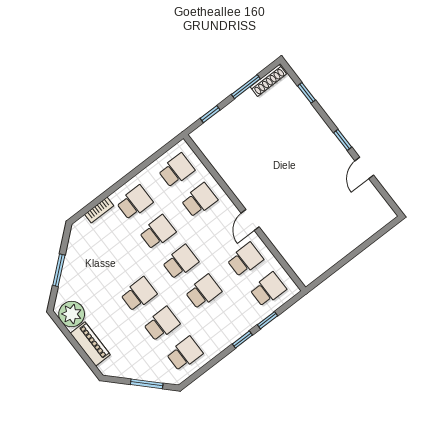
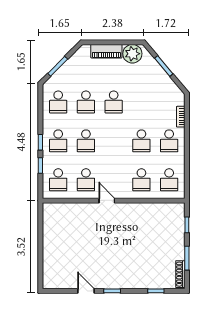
school desk: (181, 262) -> (58, 141), moved

